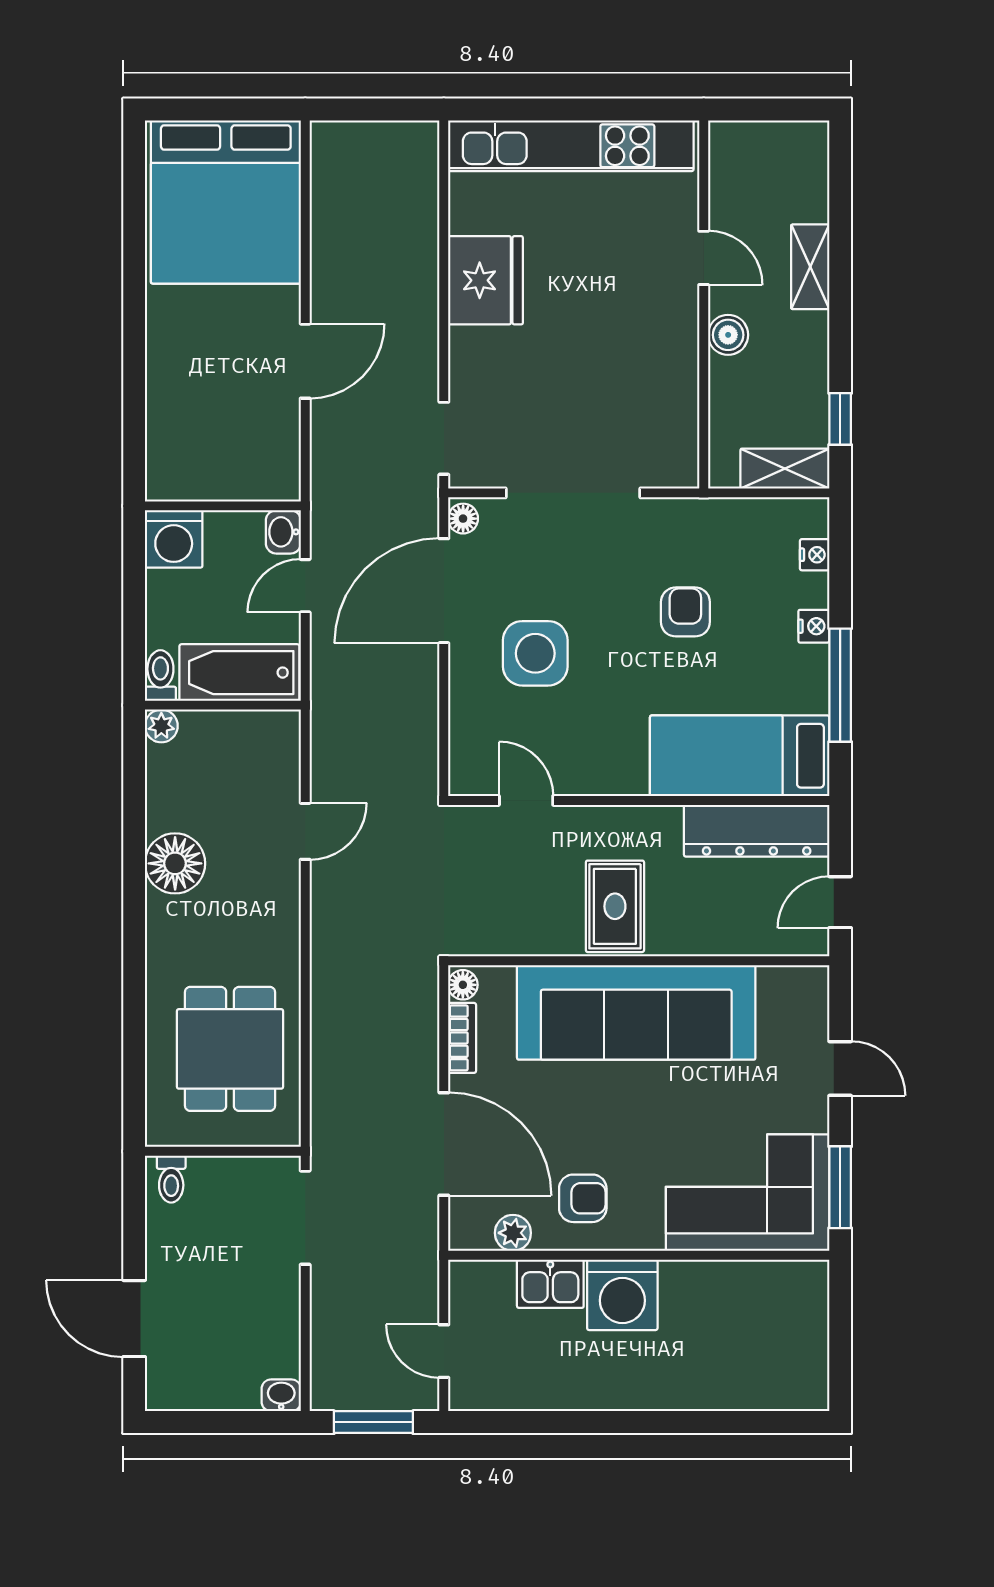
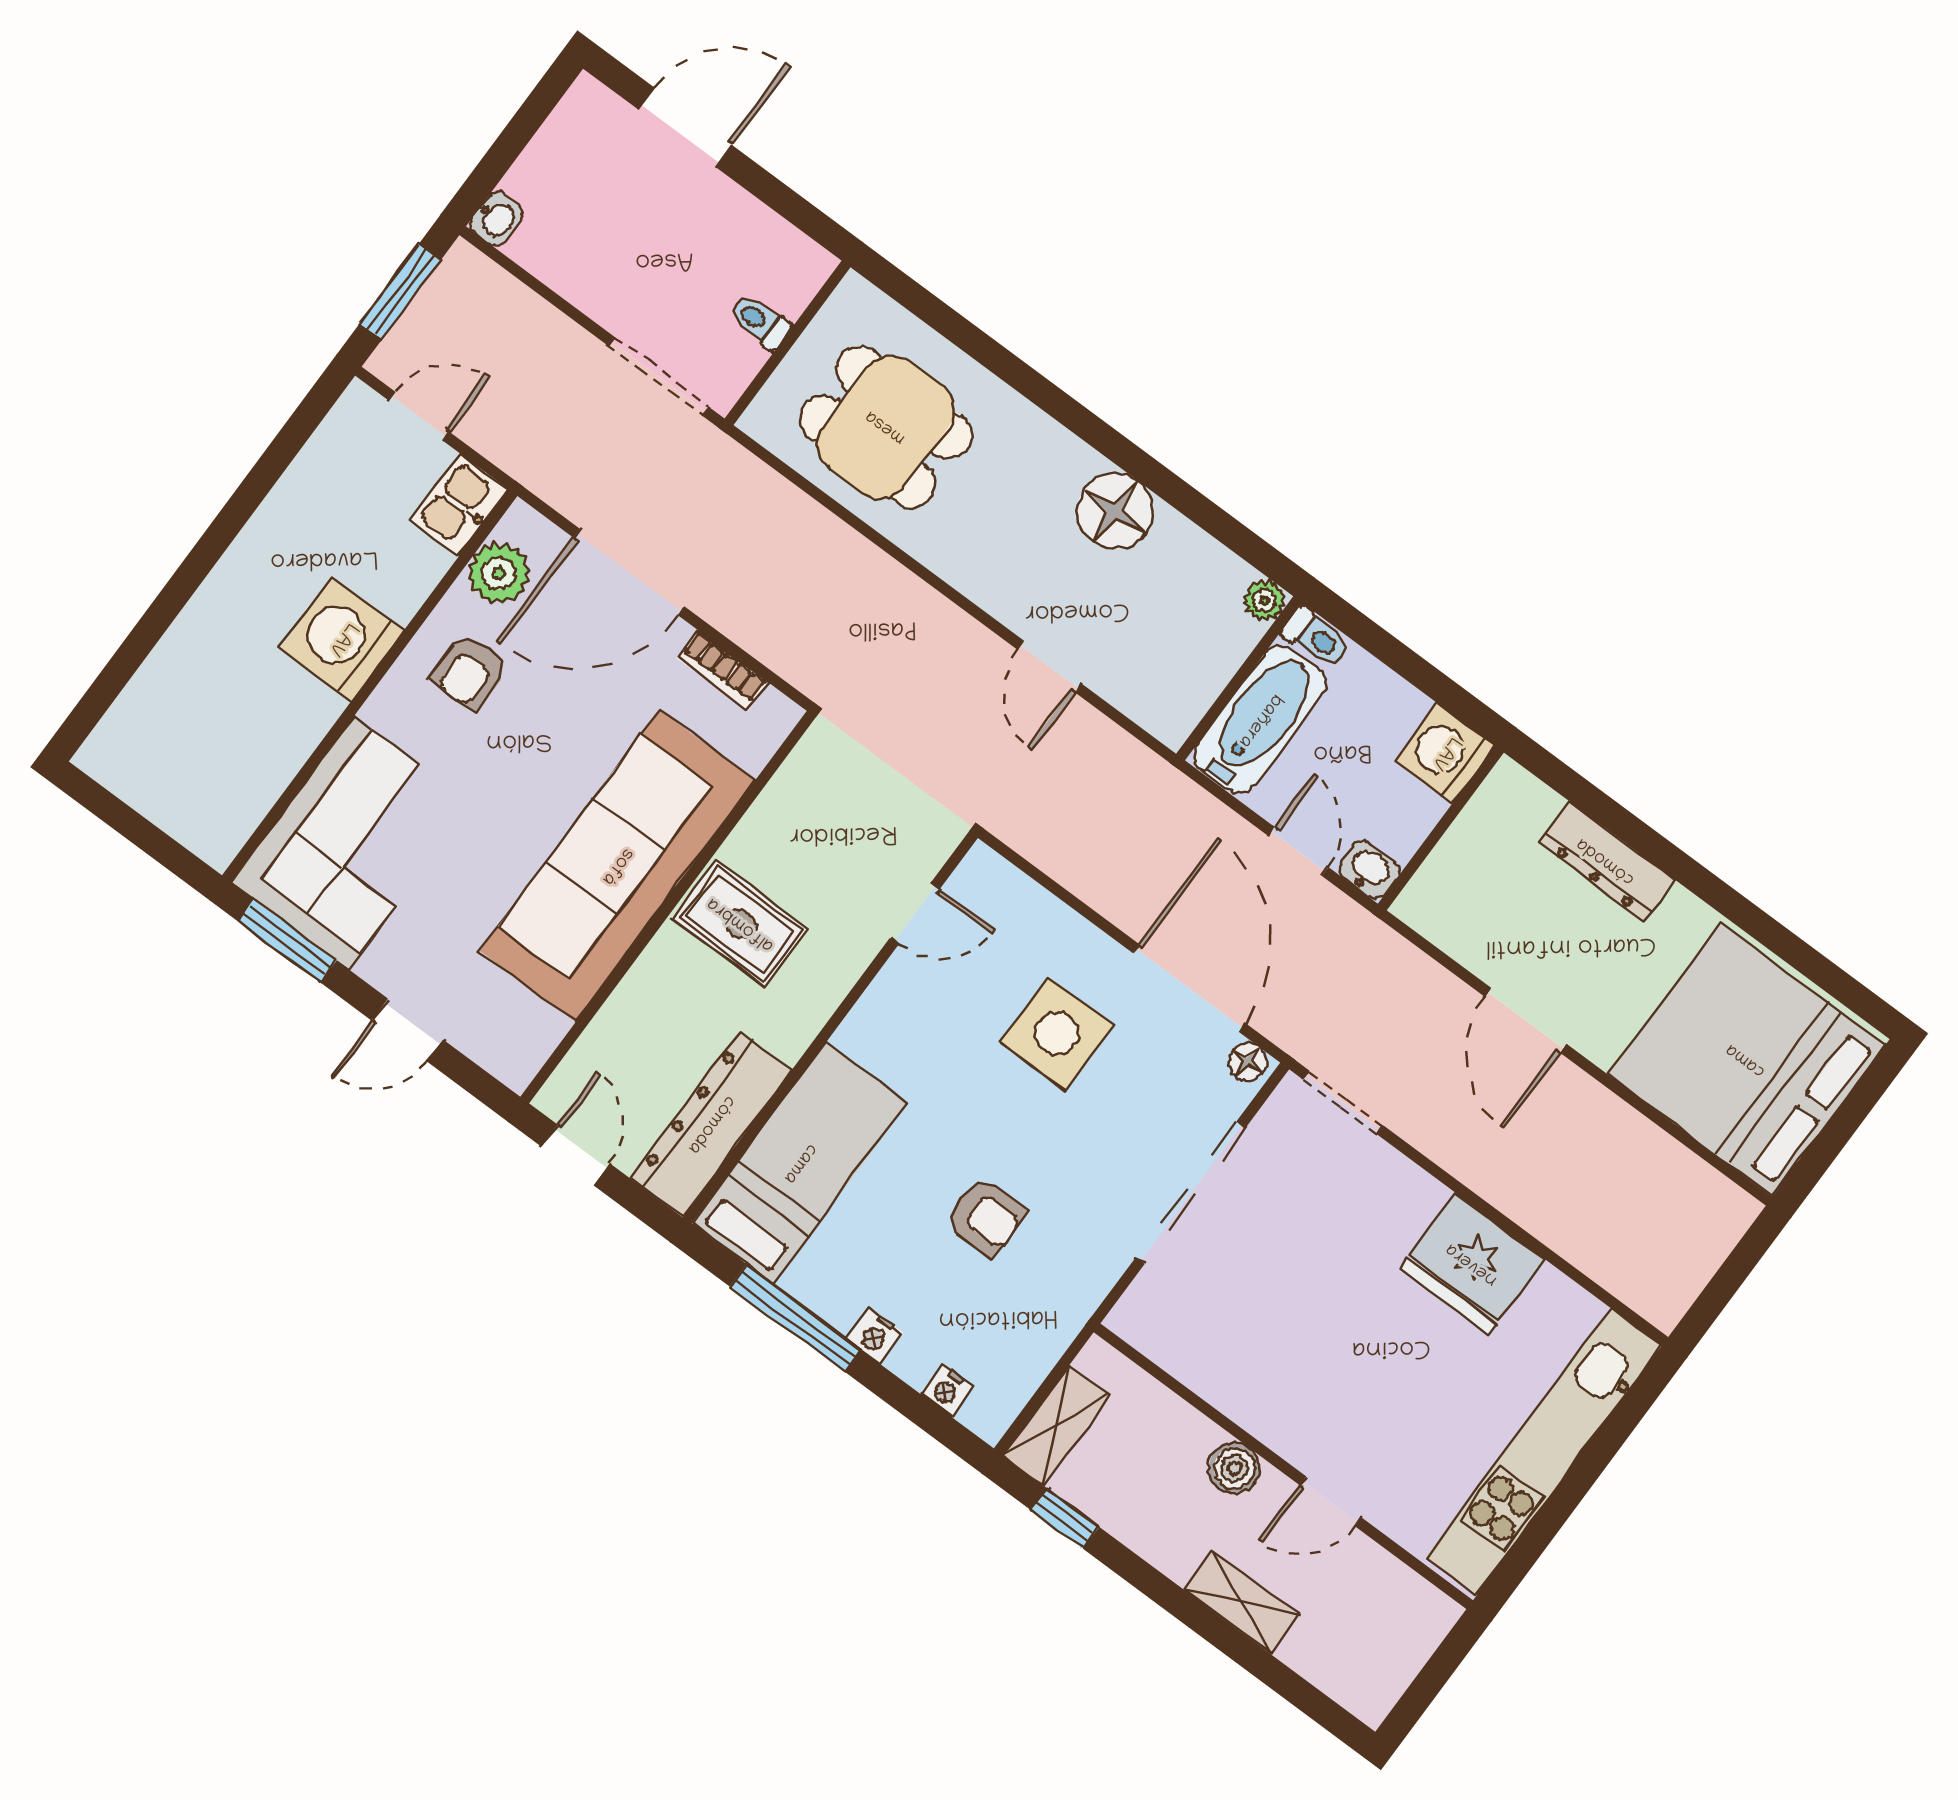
dresser: (165, 385) -> (1606, 861), added
floor lamp: (463, 985) -> (776, 711), removed
toilet: (171, 1179) -> (760, 322), moved
plant: (513, 1233) -> (499, 573), width x1.38, depth x1.38
kitchen sink: (550, 1284) -> (459, 505), moved

